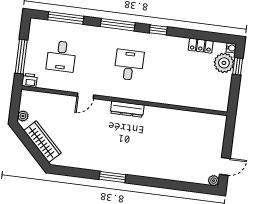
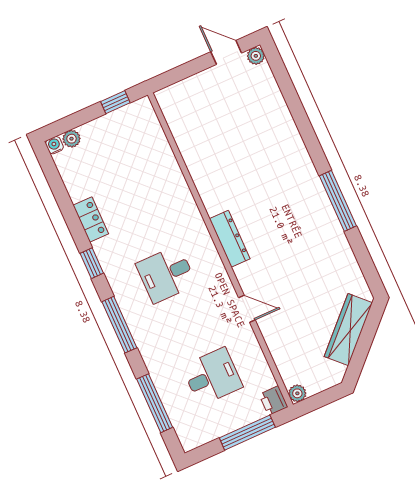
locker: (201, 46) -> (91, 220), moved
plant: (224, 63) -> (72, 139), width x0.53, depth x0.53
window: (238, 66) -> (115, 102), moved
plant: (23, 116) -> (297, 393), moved
window: (112, 177) -> (338, 201), width x1.44

